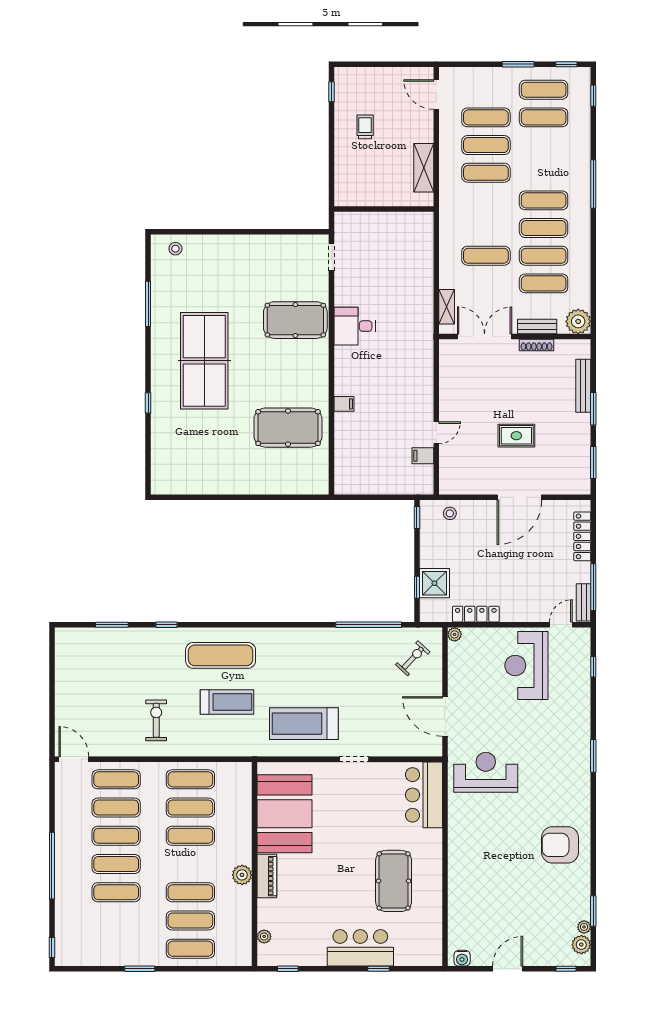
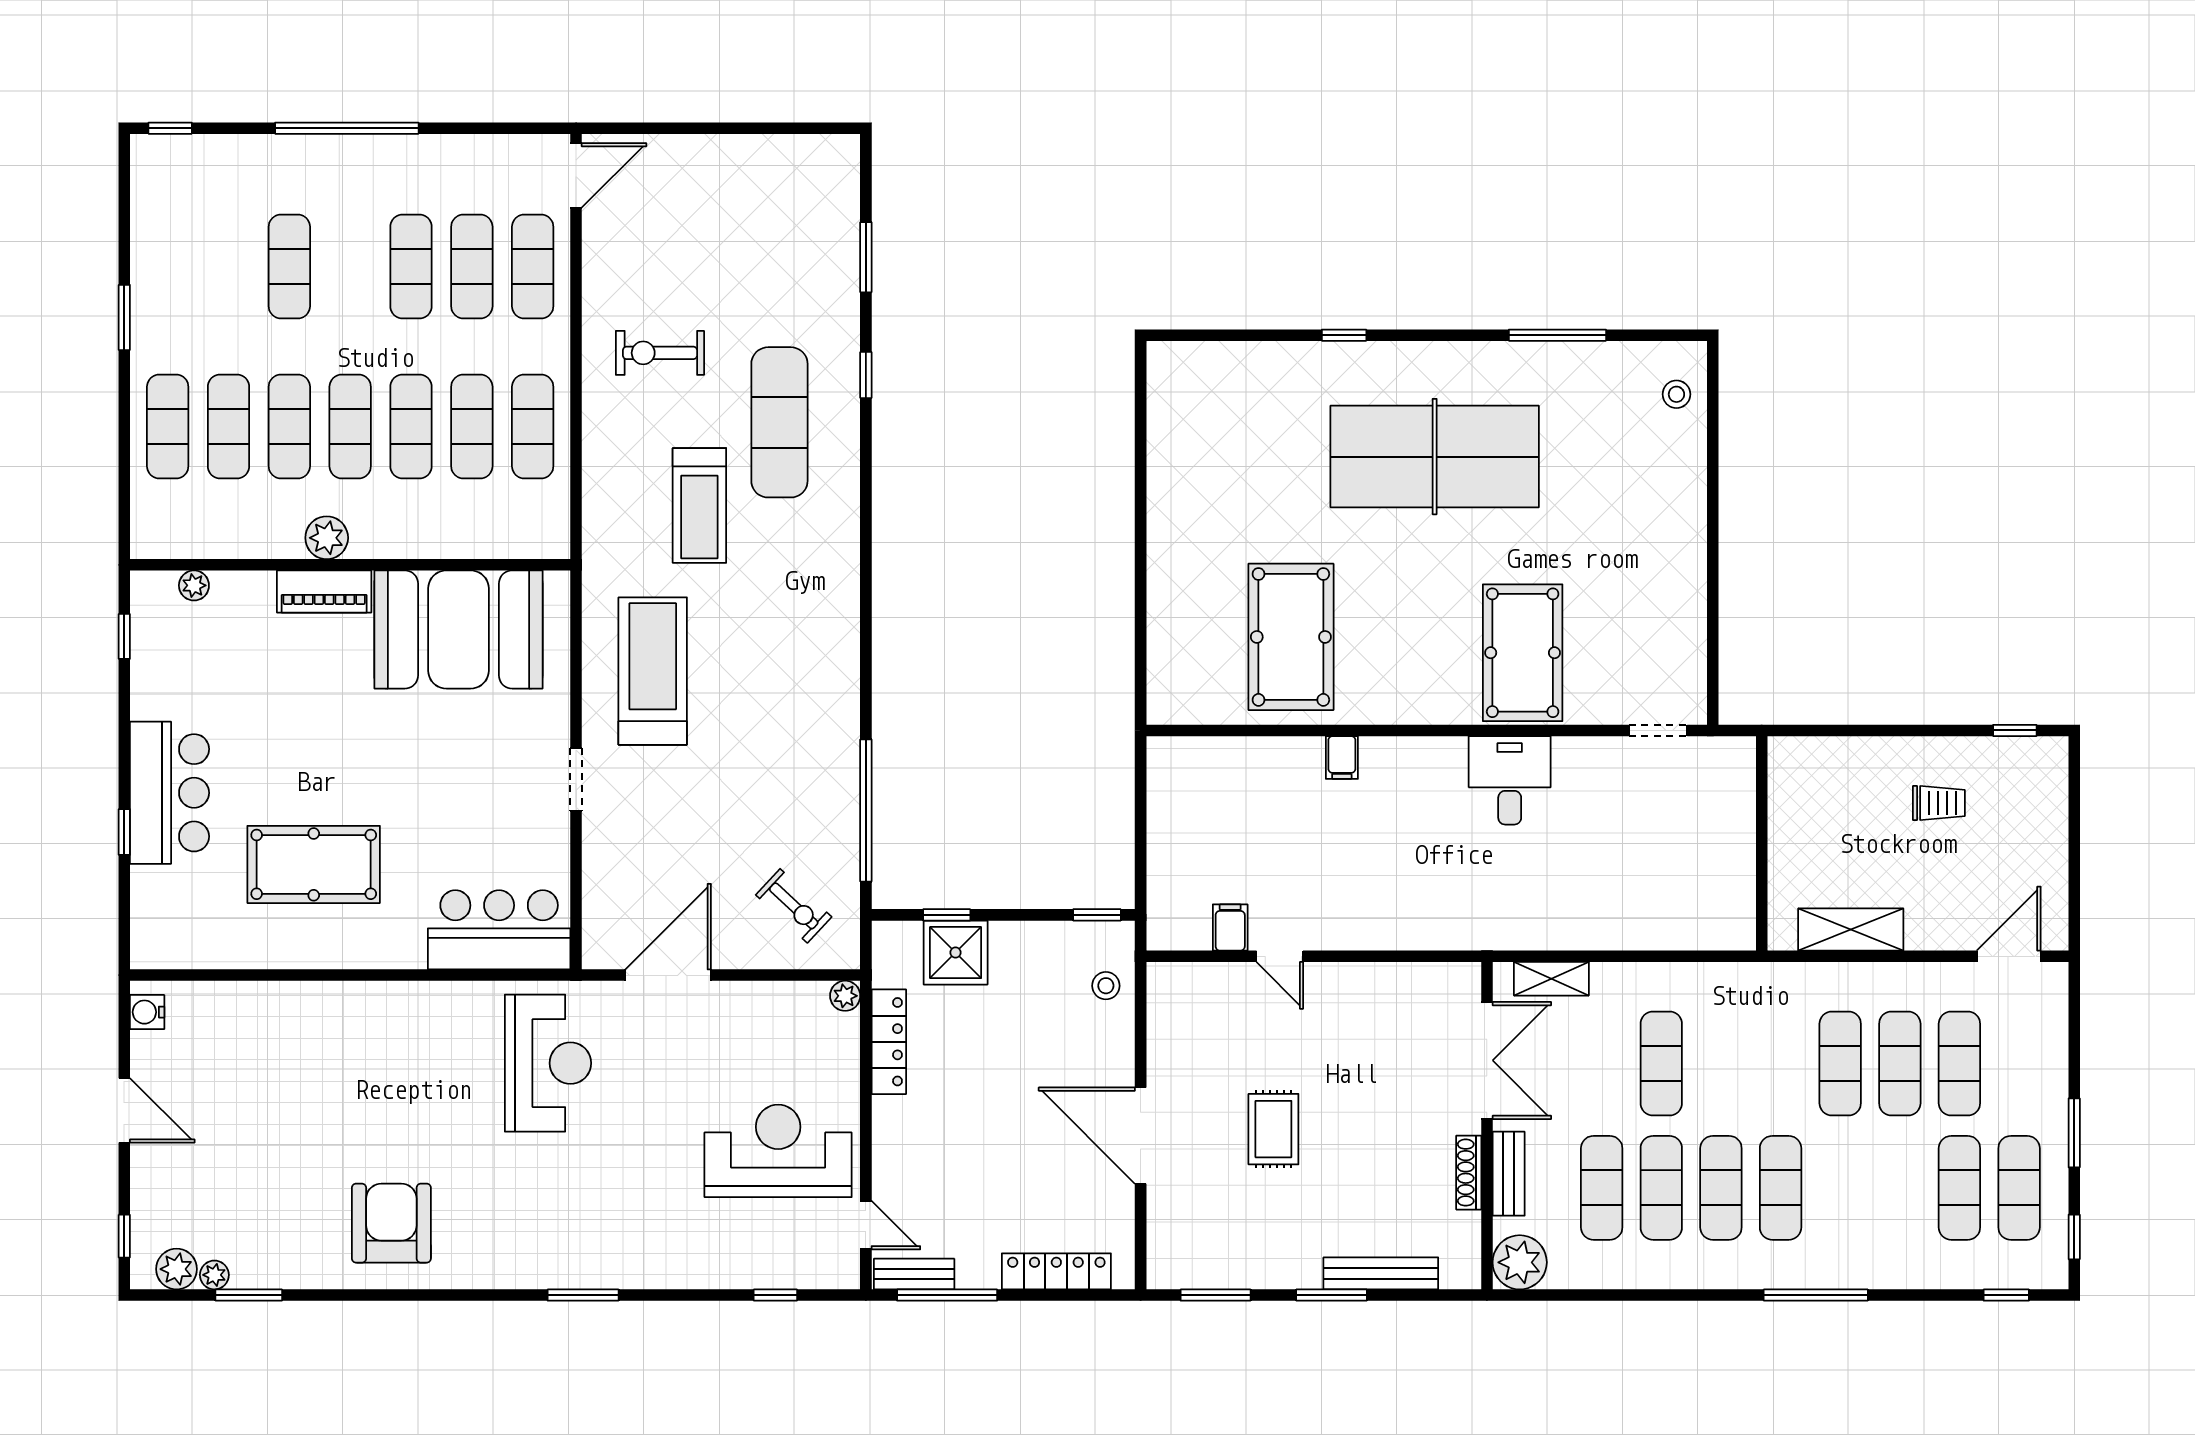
exercise mat: (221, 655) -> (779, 422), moved
exercise bike: (156, 720) -> (660, 353), turned 180
exercise mat: (116, 864) -> (350, 426), moved

